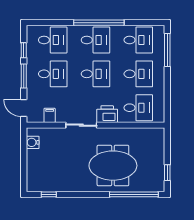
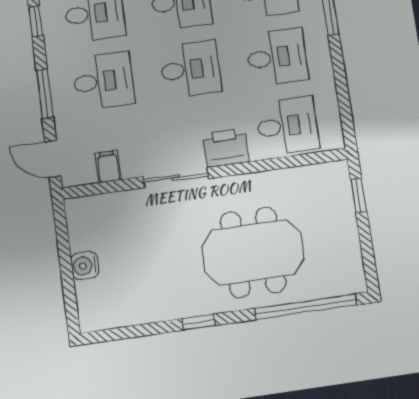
window: (24, 50) -> (36, 21), moved
water cooler: (33, 142) -> (85, 266), moved
window: (167, 173) -> (359, 196), moved
window: (49, 194) -> (199, 322), moved

